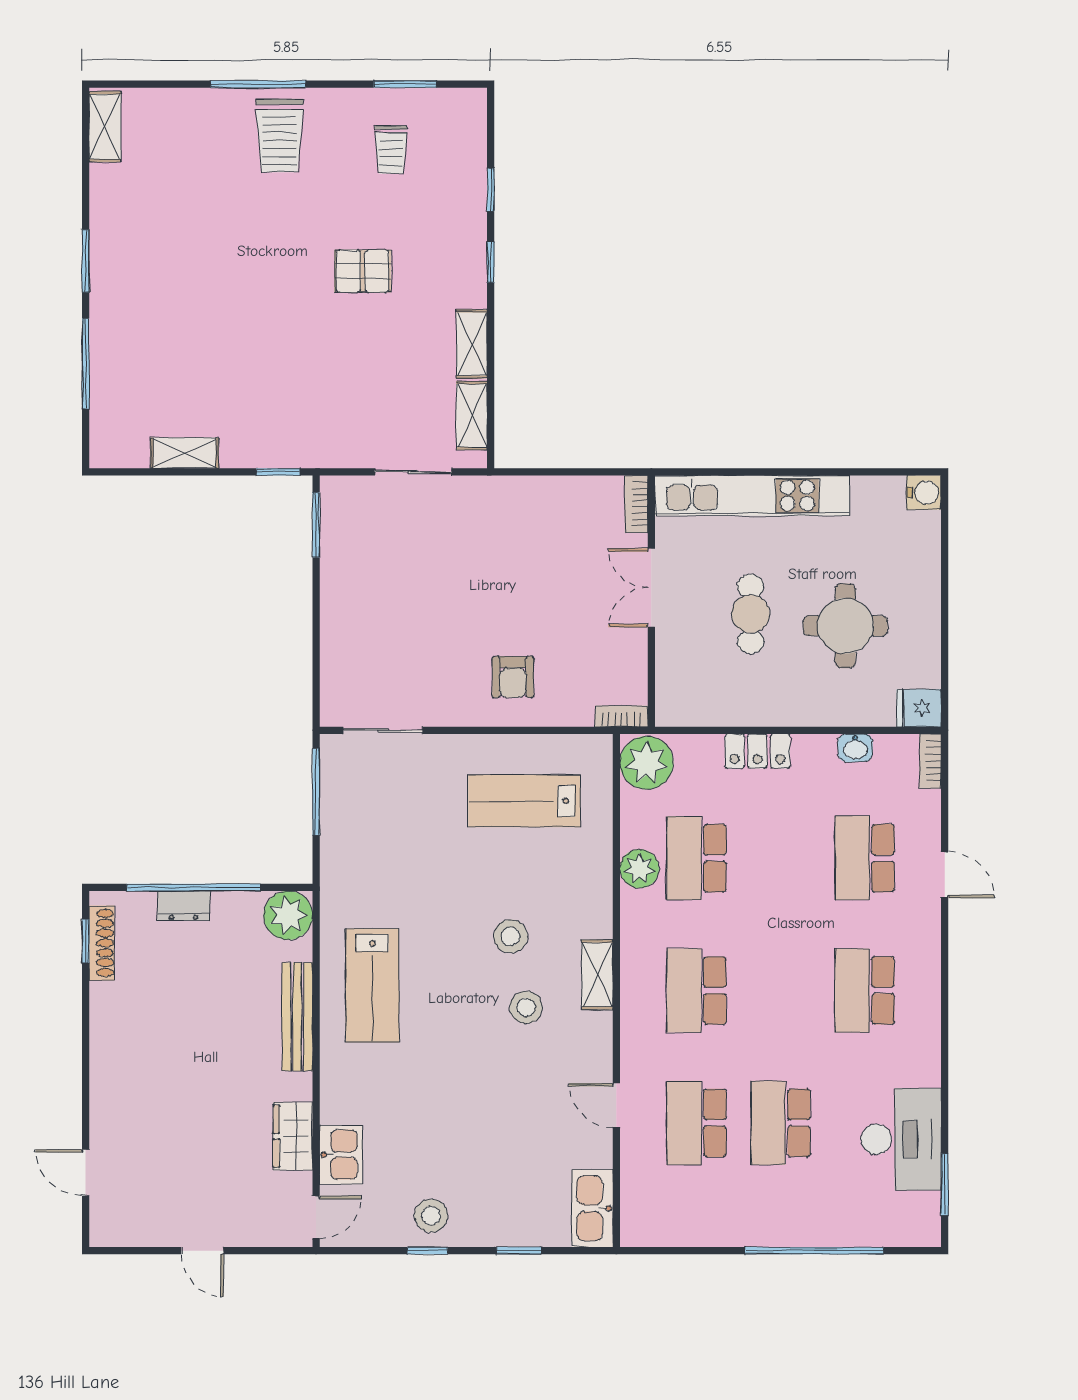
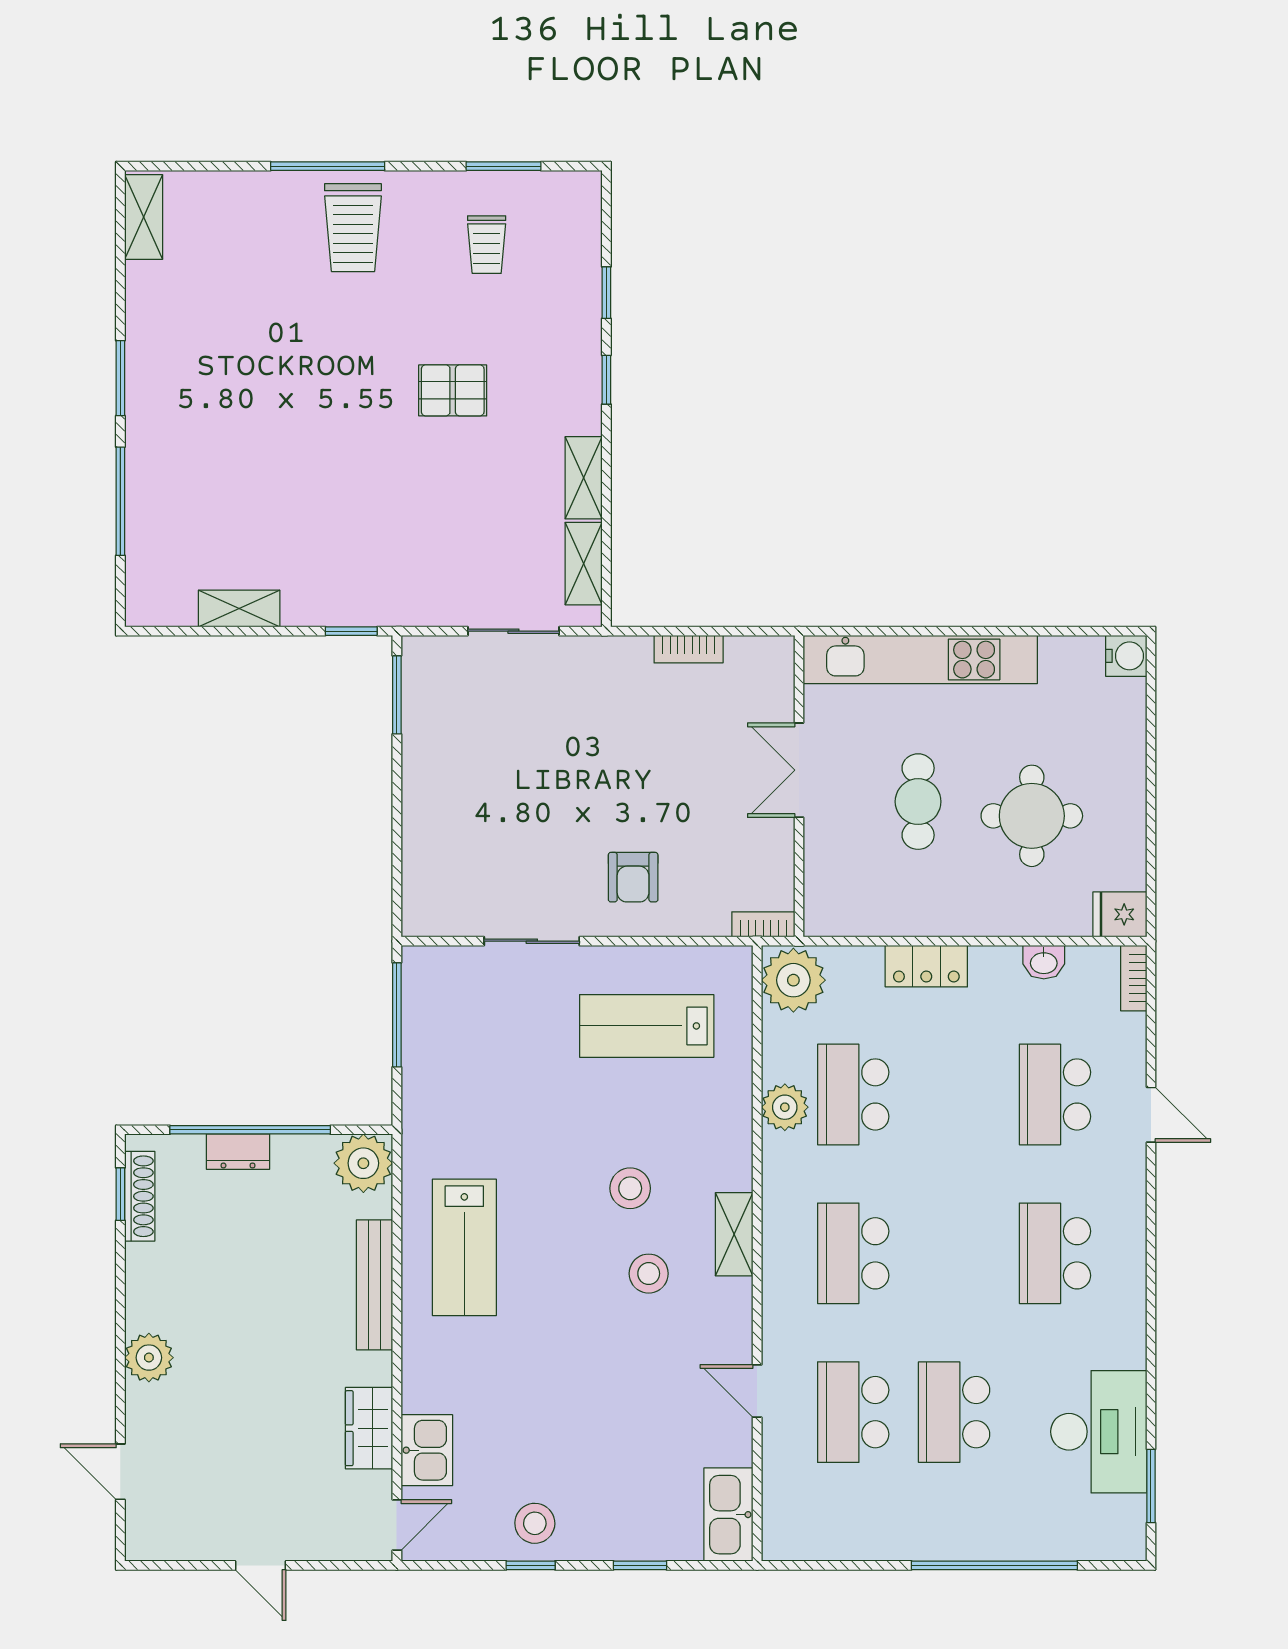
bookcase: (636, 504) -> (689, 649), moved, turned -90
sliding door: (383, 730) -> (532, 941), moved
plant: (109, 1077) -> (149, 1358), added

